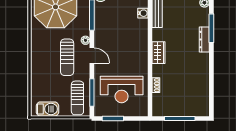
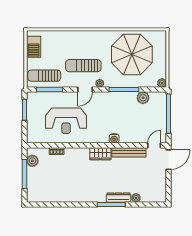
water cooler: (143, 13) -> (114, 138), moved
dresser: (204, 40) -> (119, 198), moved
wardrobe: (159, 53) -> (100, 154), moved
reception desk: (122, 90) -> (66, 121), moved, turned -90
plant: (166, 110) -> (32, 161), added

